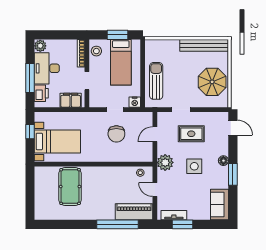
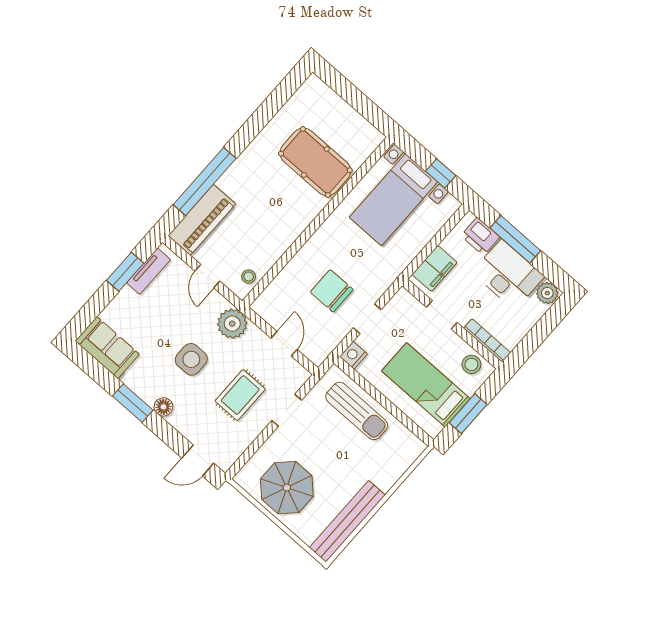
door: (155, 190) -> (207, 276), swing flipped

